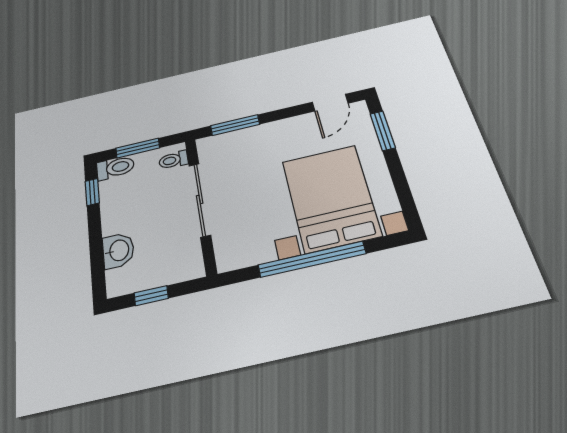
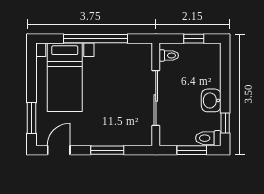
window: (235, 125) -> (107, 150), moved
toilet: (173, 160) -> (169, 56), moved
bed with nightstands: (331, 198) -> (65, 77), width x0.73
washbasin: (118, 250) -> (211, 100), moved

